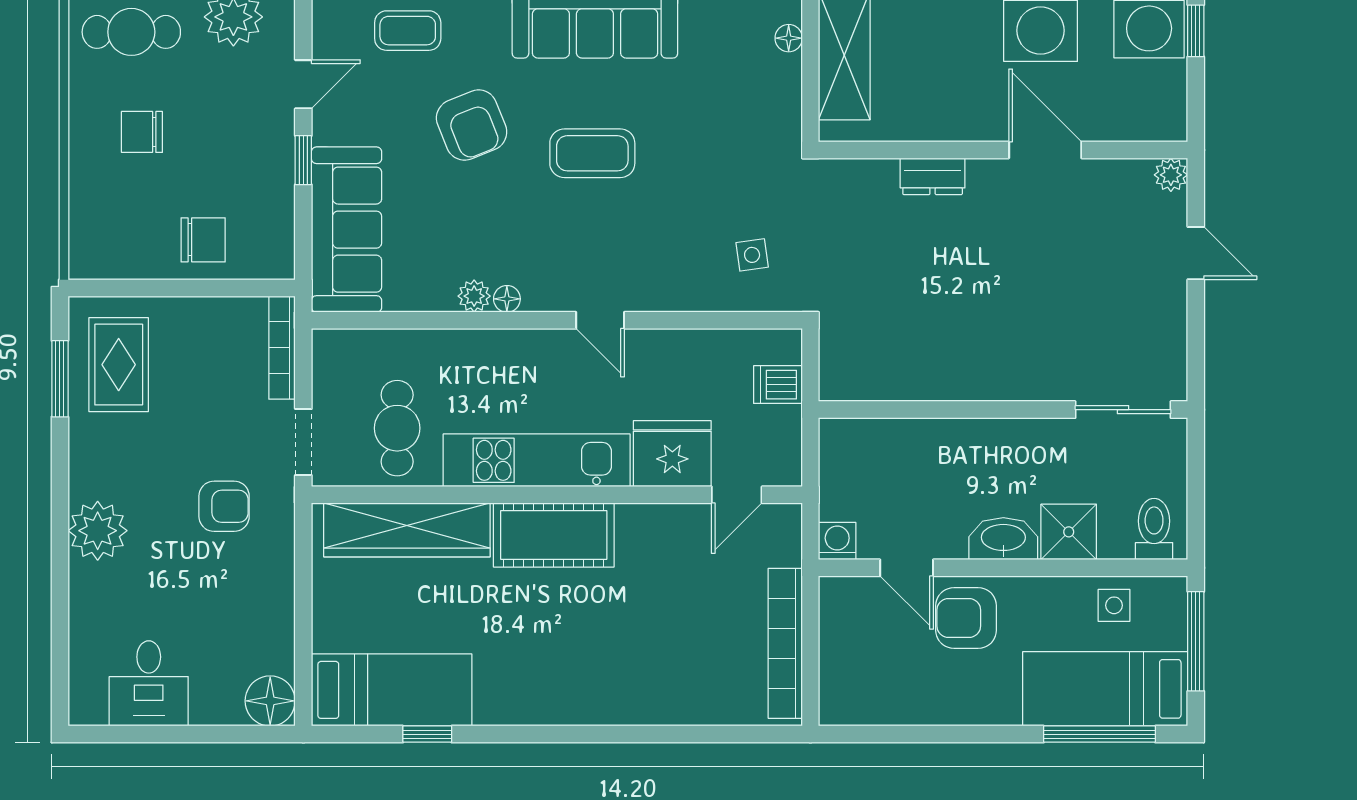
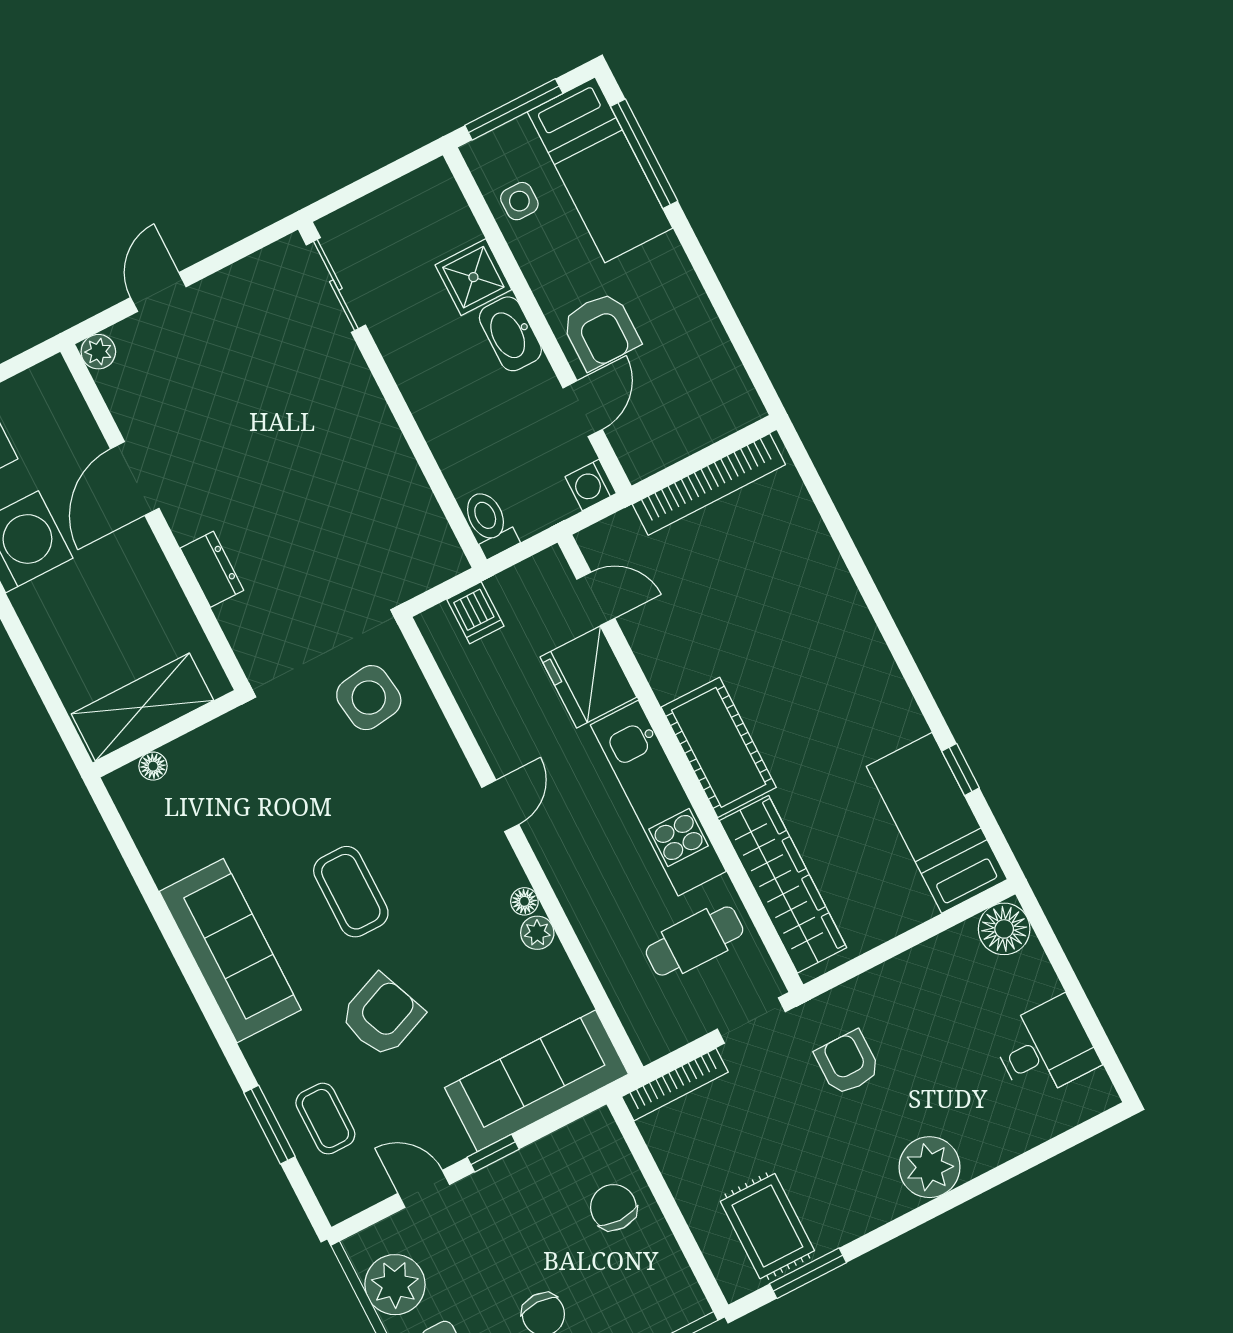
side table: (752, 255) -> (369, 698), width x1.87, depth x1.87
rug: (119, 365) -> (767, 1226), turned 90
toilet: (1154, 529) -> (489, 523), moved, turned 90

